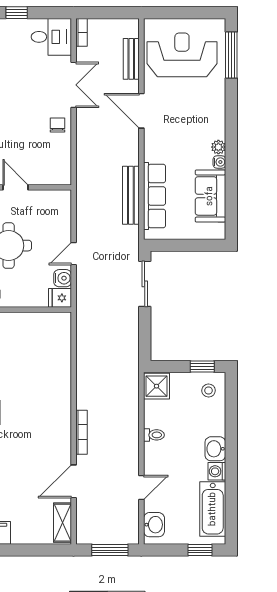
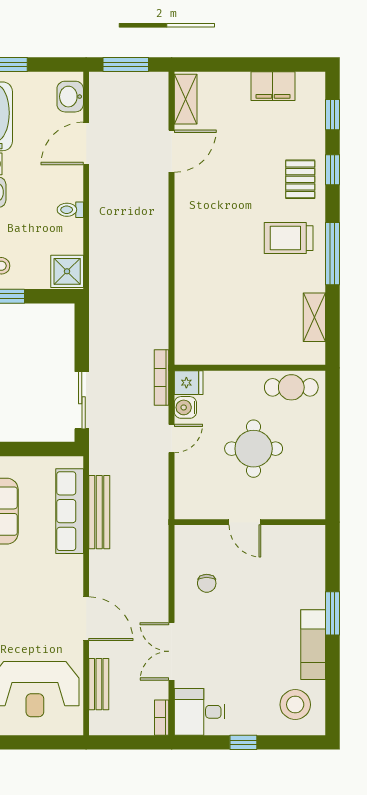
chair: (58, 125) -> (207, 583), moved
bookcase: (81, 432) -> (162, 378), moved
door: (141, 488) -> (86, 143), width x1.38

